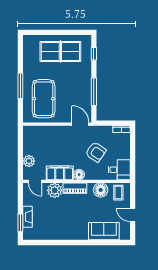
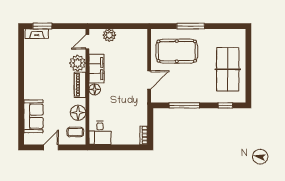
door: (80, 124) -> (149, 80), moved
armchair: (96, 152) -> (119, 107), removed
fireplace: (27, 217) -> (37, 34), moved

